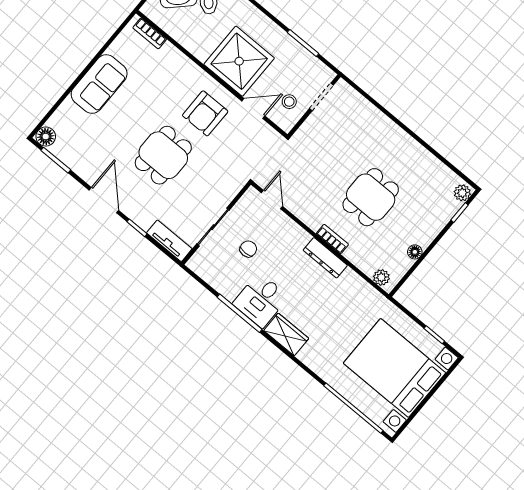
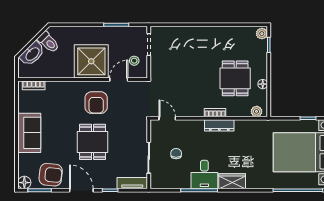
armchair: (84, 153) -> (51, 175), added
dining table: (371, 197) -> (235, 78), moved

